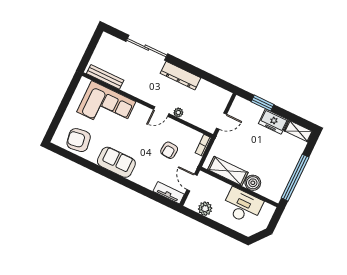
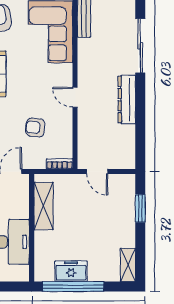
plant: (178, 112) -> (83, 117), removed
freezer: (273, 122) -> (71, 271), moved, turned 90
boiler: (253, 183) -> (44, 241), removed

